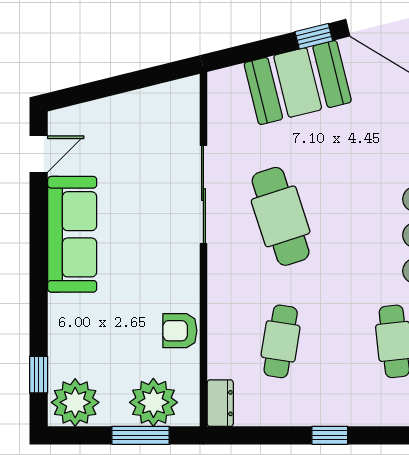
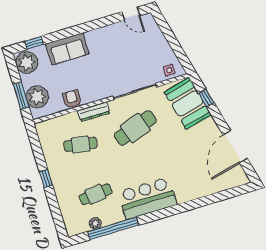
window: (314, 36) -> (206, 98), moved
booth: (298, 82) -> (188, 103), moved
side table: (181, 109) -> (169, 70), added
sofa: (72, 234) -> (67, 49), moved, width x0.73
dresser: (220, 403) -> (94, 112), moved, width x1.44

